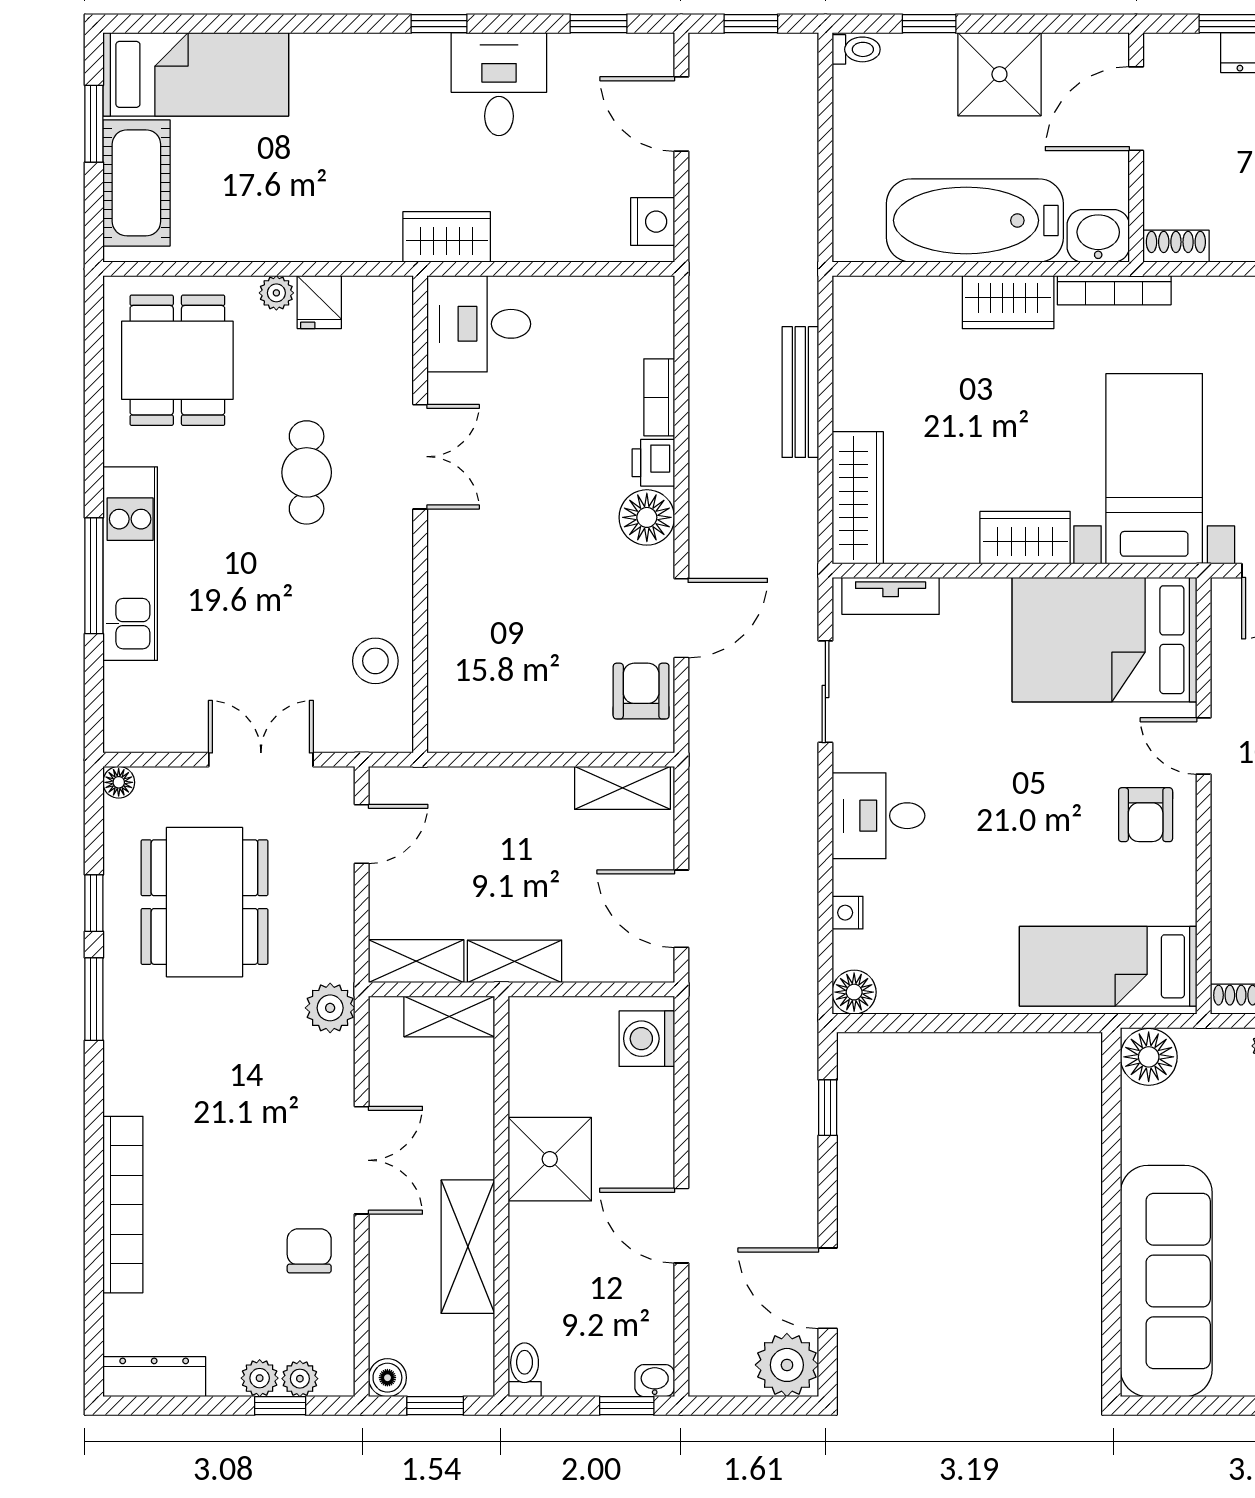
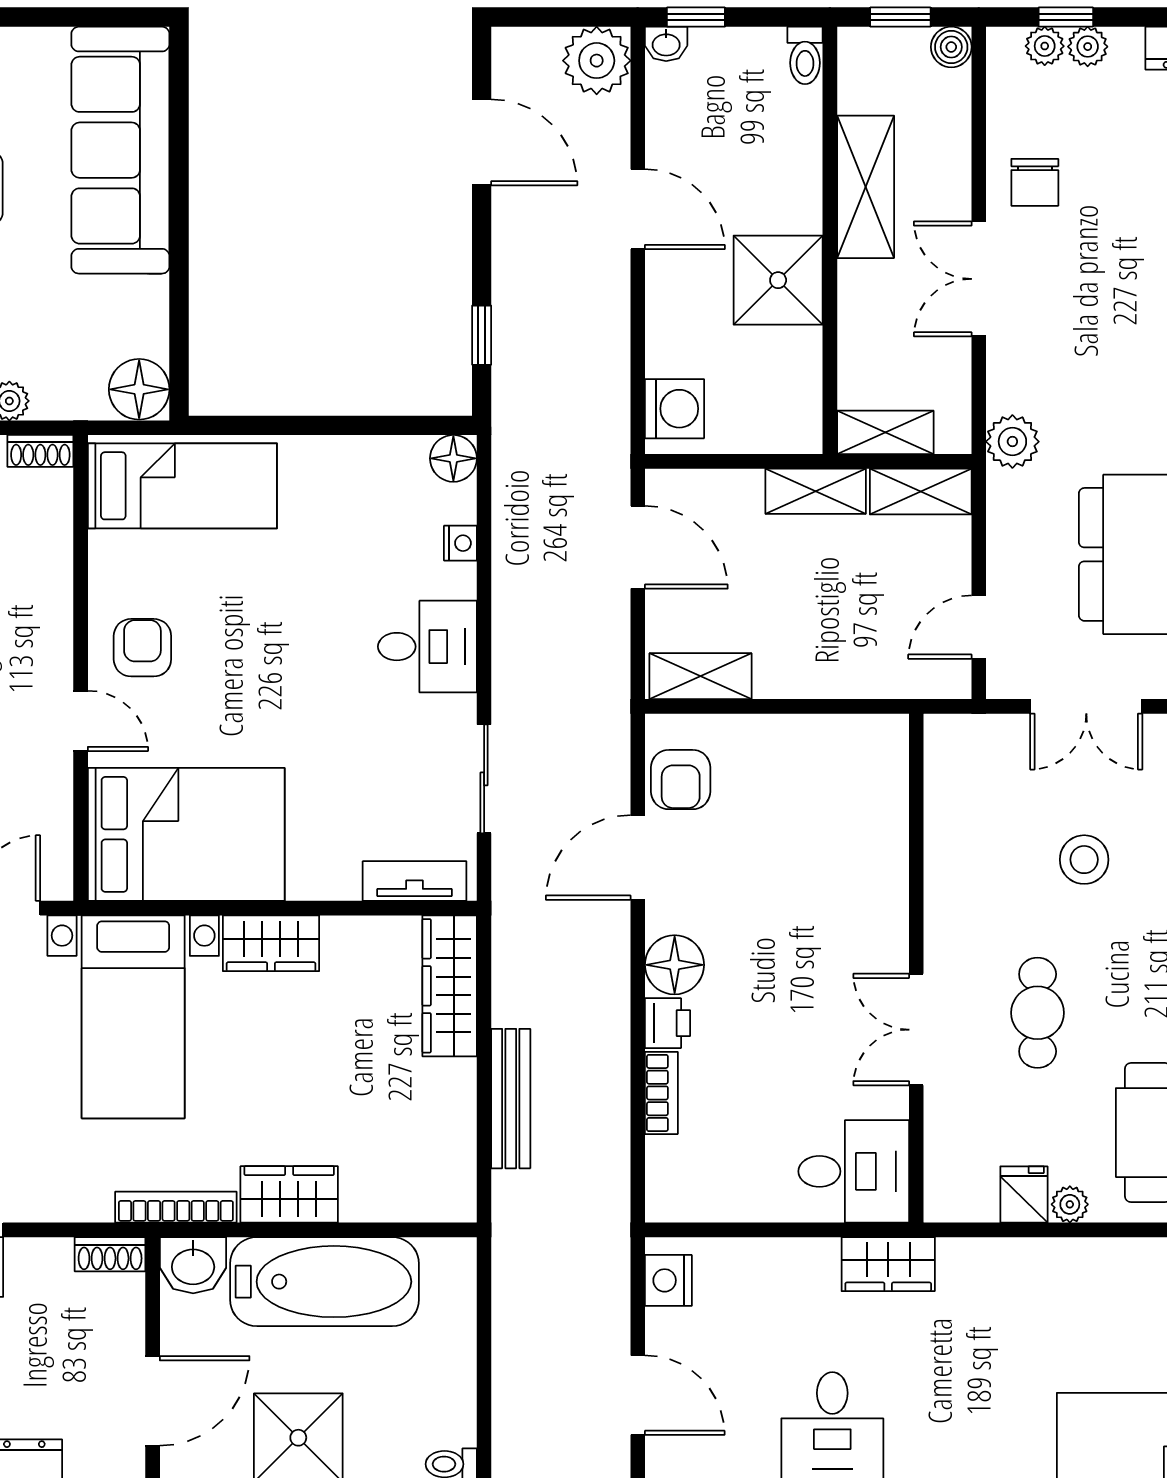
stool: (375, 661) -> (1084, 860), moved
plant: (787, 1365) -> (597, 61), moved

